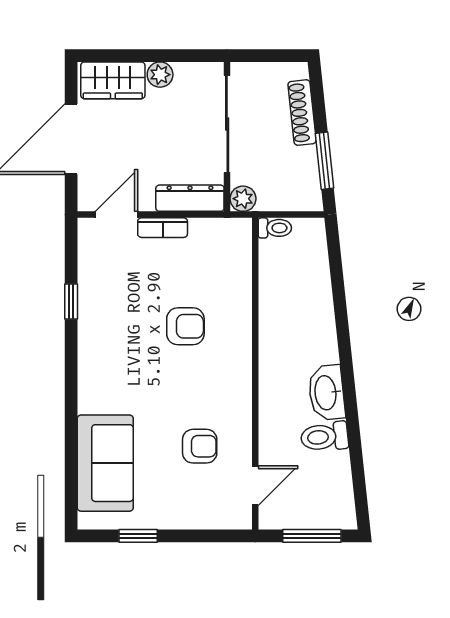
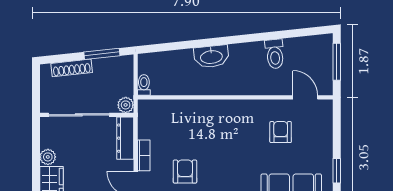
armchair: (185, 326) -> (185, 172), moved
washbasin: (326, 393) -> (211, 56), moved

